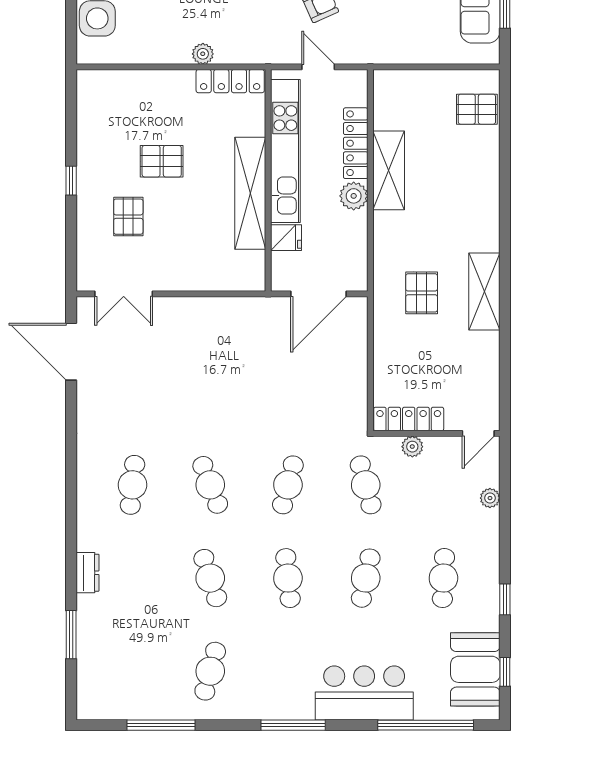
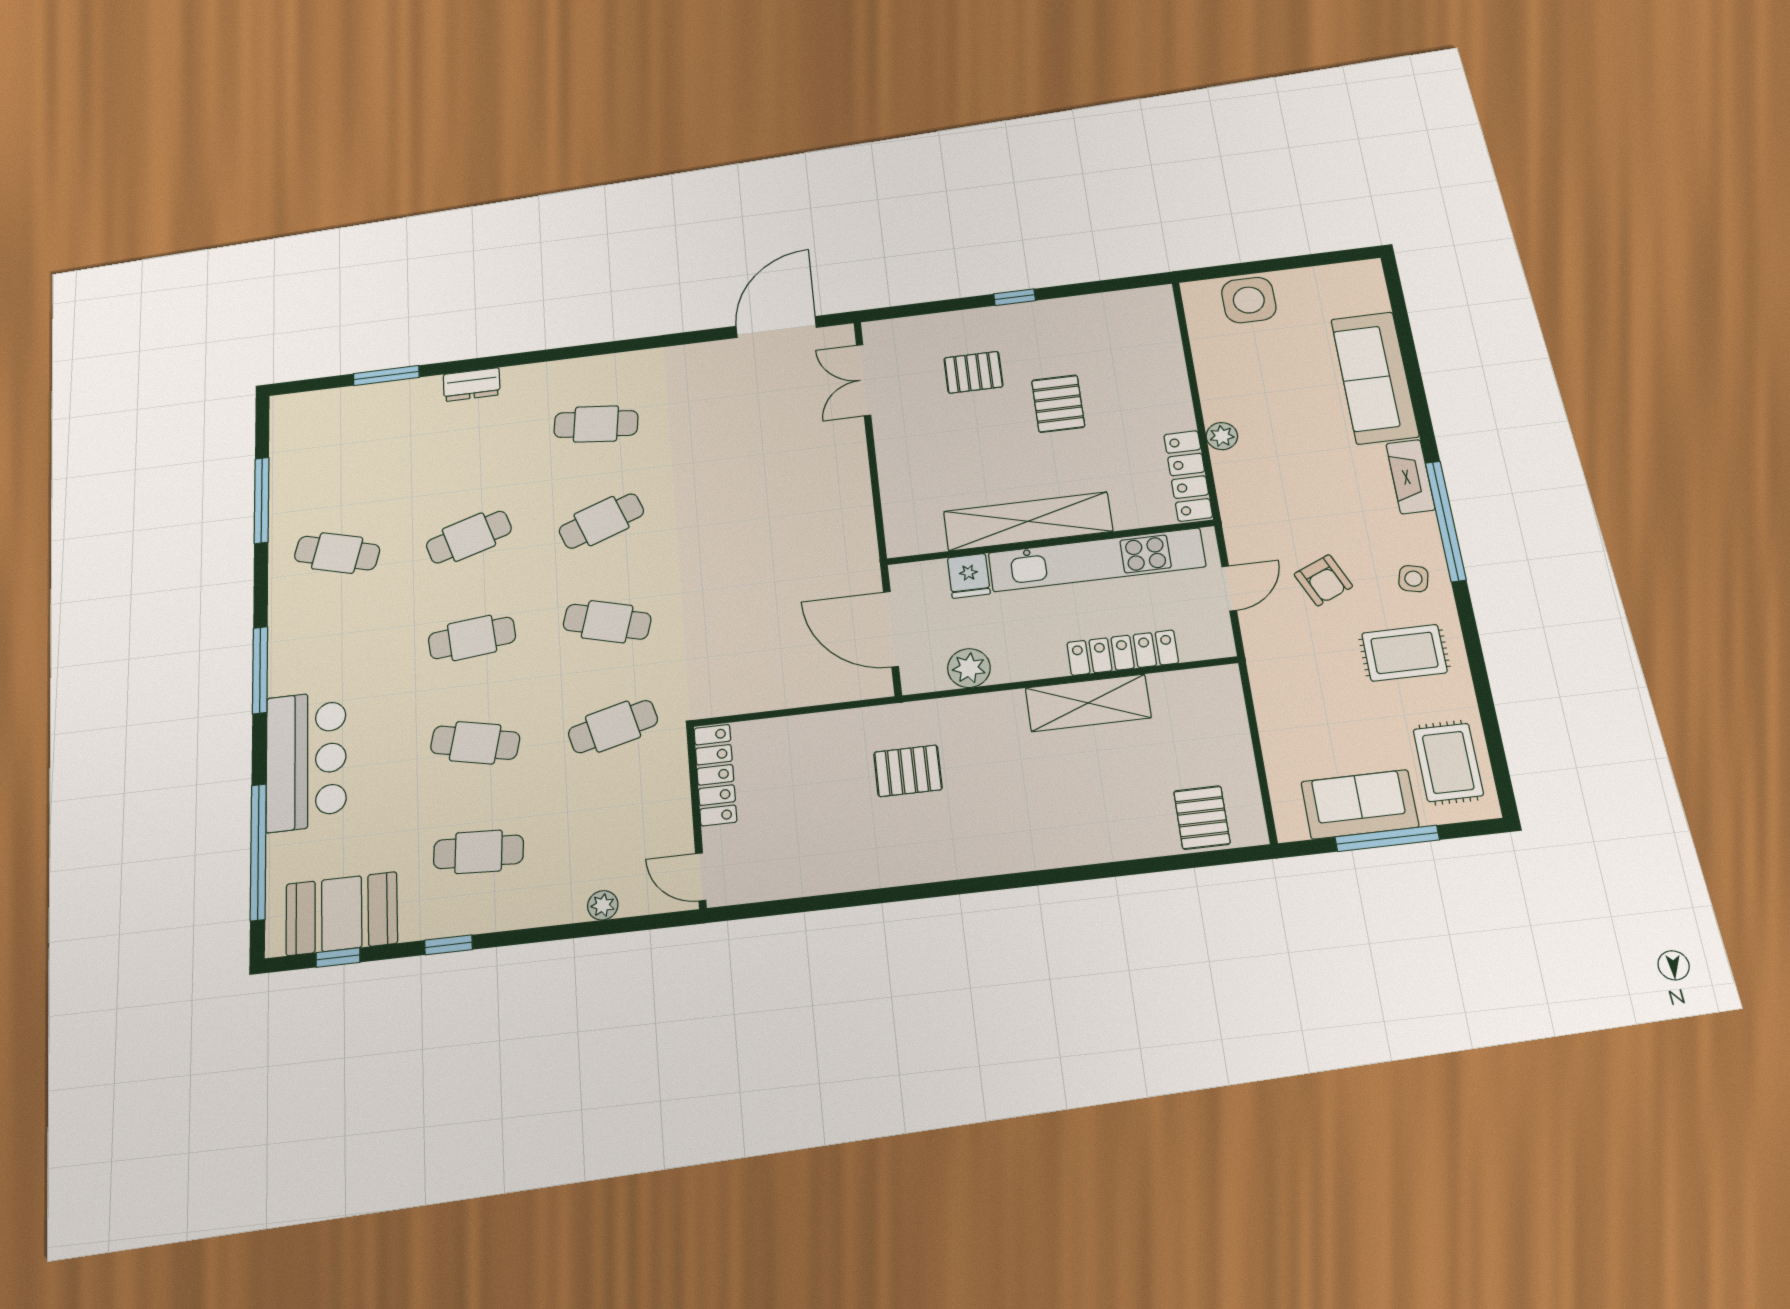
plant: (354, 196) -> (969, 668), moved
shelving: (484, 291) -> (920, 861), removed
plant: (412, 447) -> (674, 785), removed

